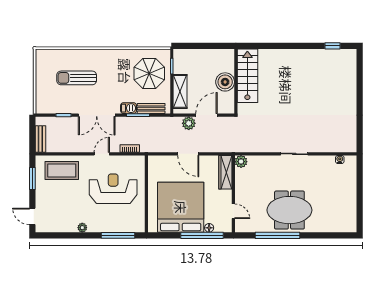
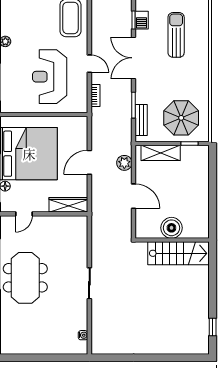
stairs: (247, 76) -> (179, 253), moved
wall: (236, 81) -> (172, 240), moved
boiler: (225, 82) -> (171, 228), moved
barbecue: (129, 108) -> (142, 20), moved
door: (207, 115) -> (134, 196), moved
plant: (241, 162) -> (81, 223), removed
reception desk: (113, 189) -> (50, 77), turned 180

